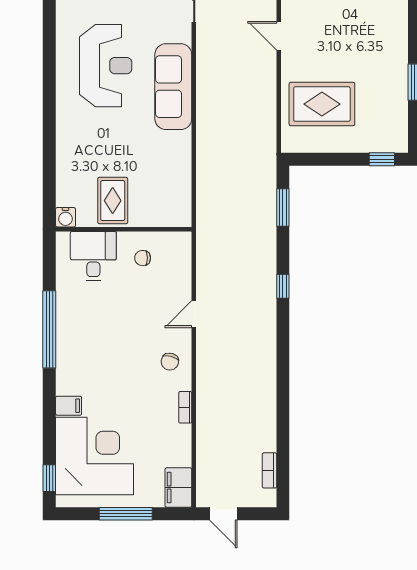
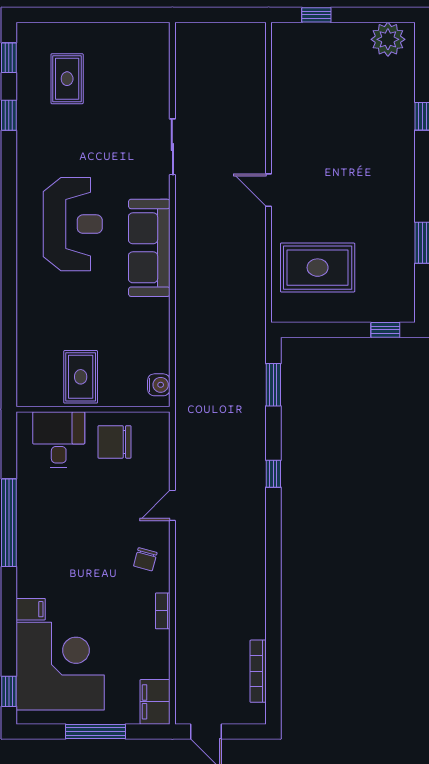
water cooler: (66, 217) -> (159, 385), moved, turned -90
chair: (143, 258) -> (115, 442), width x1.87, depth x1.87
bookcase: (269, 470) -> (258, 671), width x1.56

